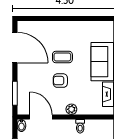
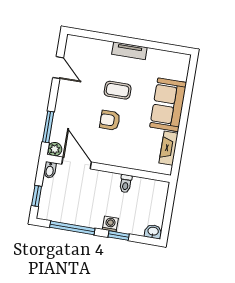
tv unit: (66, 26) -> (129, 51), added
door: (15, 48) -> (58, 68), width x0.53
plant: (71, 109) -> (55, 149), moved

